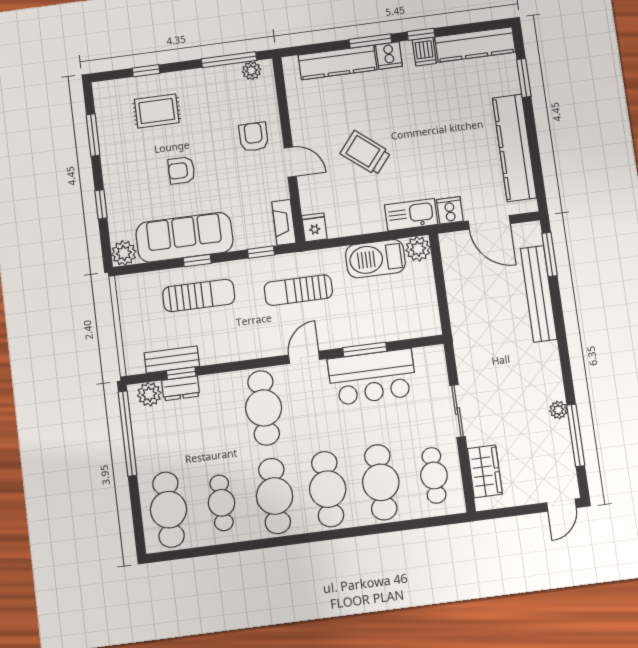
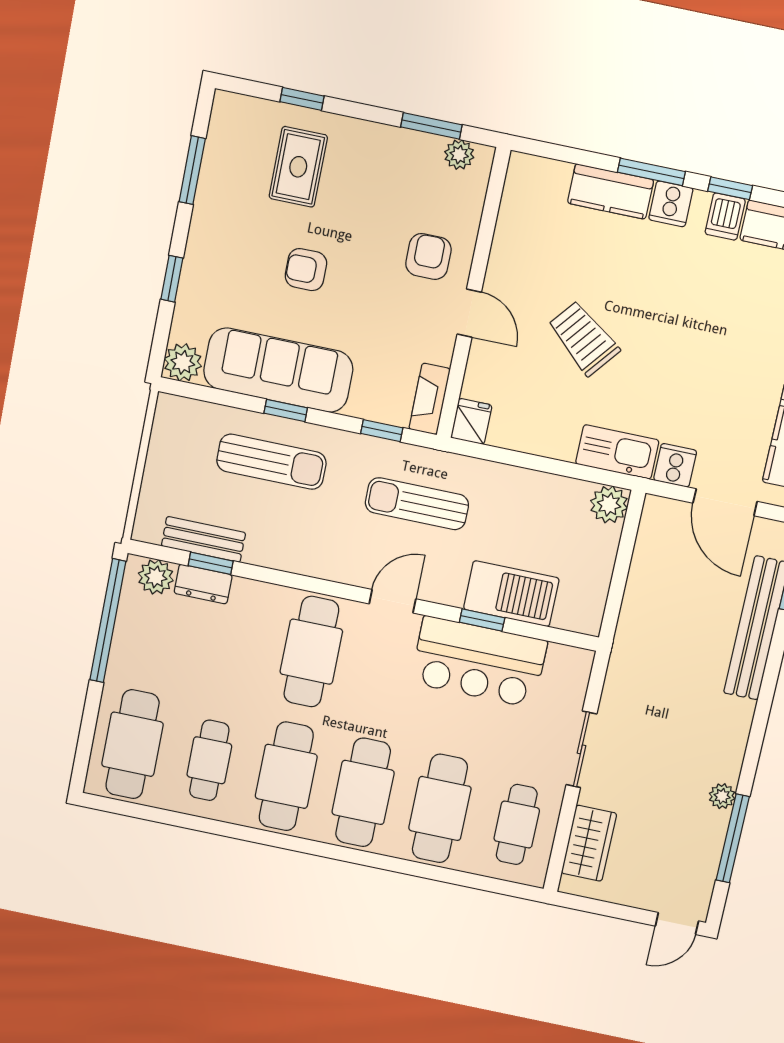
window: (229, 60) -> (431, 126), width x0.69
kitchen counter: (337, 62) -> (611, 192), width x0.67
rug: (157, 111) -> (298, 167), turned 90
barbecue: (375, 259) -> (511, 594), moved, turned 180
window: (365, 349) -> (482, 620), width x0.67

